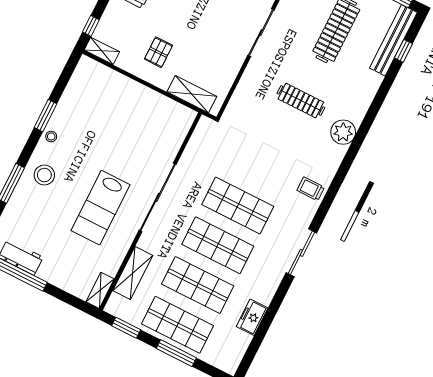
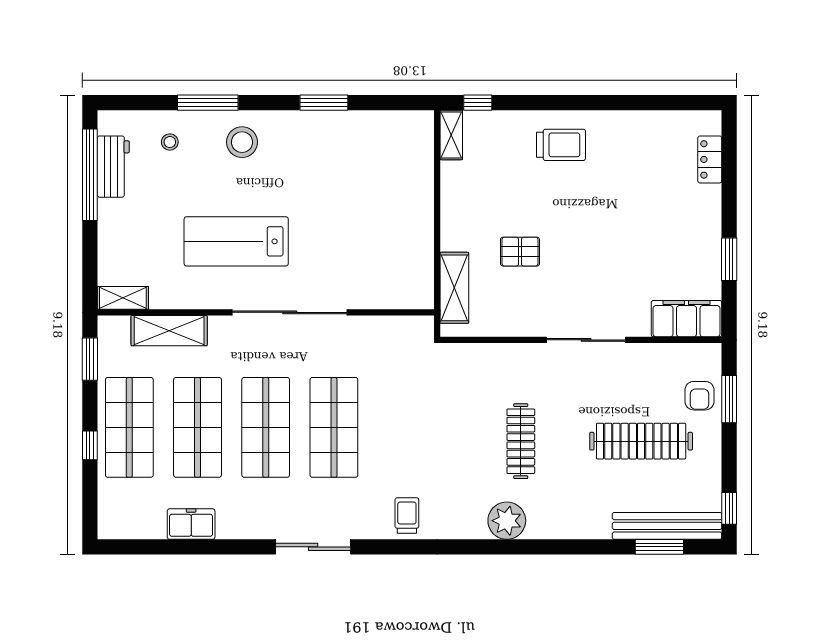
window: (403, 51) -> (659, 547), width x1.50
pallet: (158, 52) -> (520, 252), moved
stool: (51, 136) -> (170, 142), moved
window: (176, 353) -> (90, 445), width x0.46

